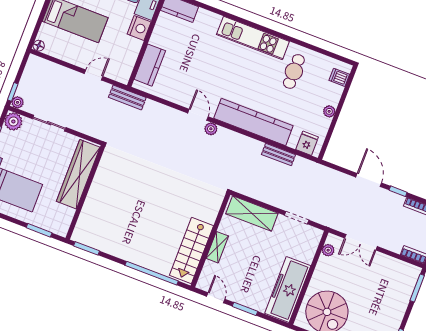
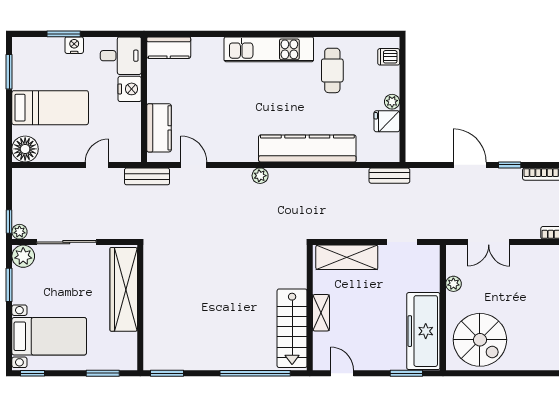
floor lamp: (39, 46) -> (25, 149), width x1.89, depth x1.89
door: (198, 115) -> (194, 165), moved
sliding door: (49, 123) -> (66, 242), width x1.37
fridge: (307, 143) -> (387, 121), moved, turned -90
bench: (278, 155) -> (389, 176), moved
plant: (328, 250) -> (453, 284), moved
window: (245, 309) -> (406, 373), moved

